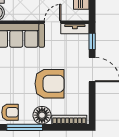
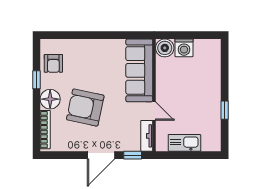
armchair: (50, 84) -> (85, 108), turned 102
window: (25, 127) -> (36, 80), width x0.46

